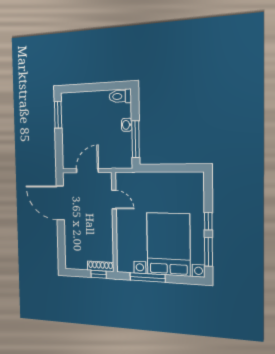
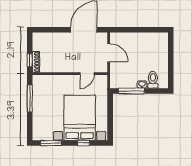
toilet: (120, 96) -> (153, 80), moved
window: (58, 115) -> (152, 30), removed
window: (208, 221) -> (84, 143), moved
bed with nightstands: (168, 244) -> (80, 118), moved, turned -90

